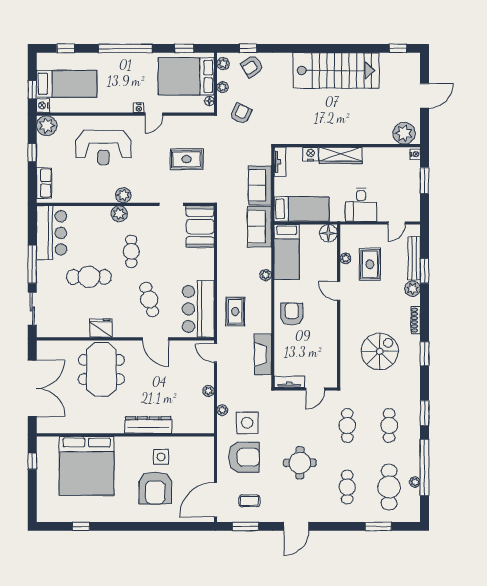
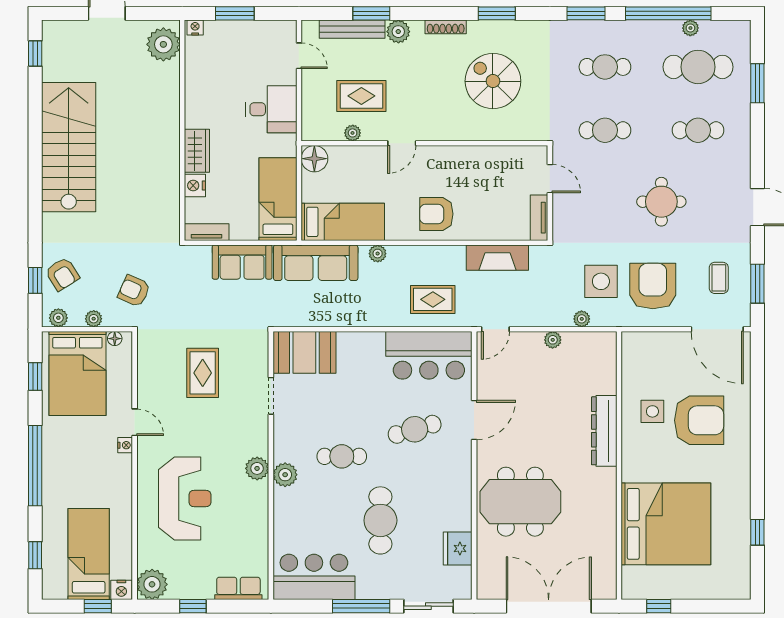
wardrobe: (341, 155) -> (197, 151), width x0.67
sofa: (259, 227) -> (316, 263), width x1.36
fridge: (101, 328) -> (458, 548), moved

